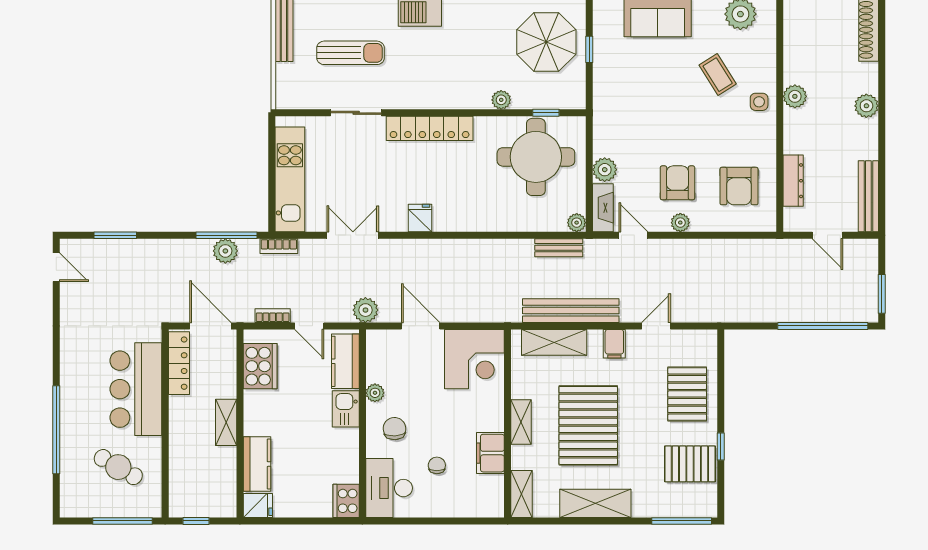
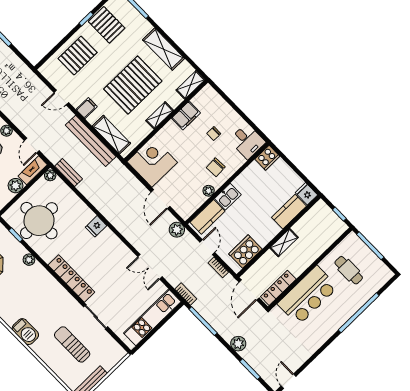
fridge: (420, 218) -> (96, 226), moved
plant: (225, 251) -> (238, 344), moved
cafe table: (118, 467) -> (349, 270), turned -30
desk: (389, 488) -> (247, 141), width x0.73

